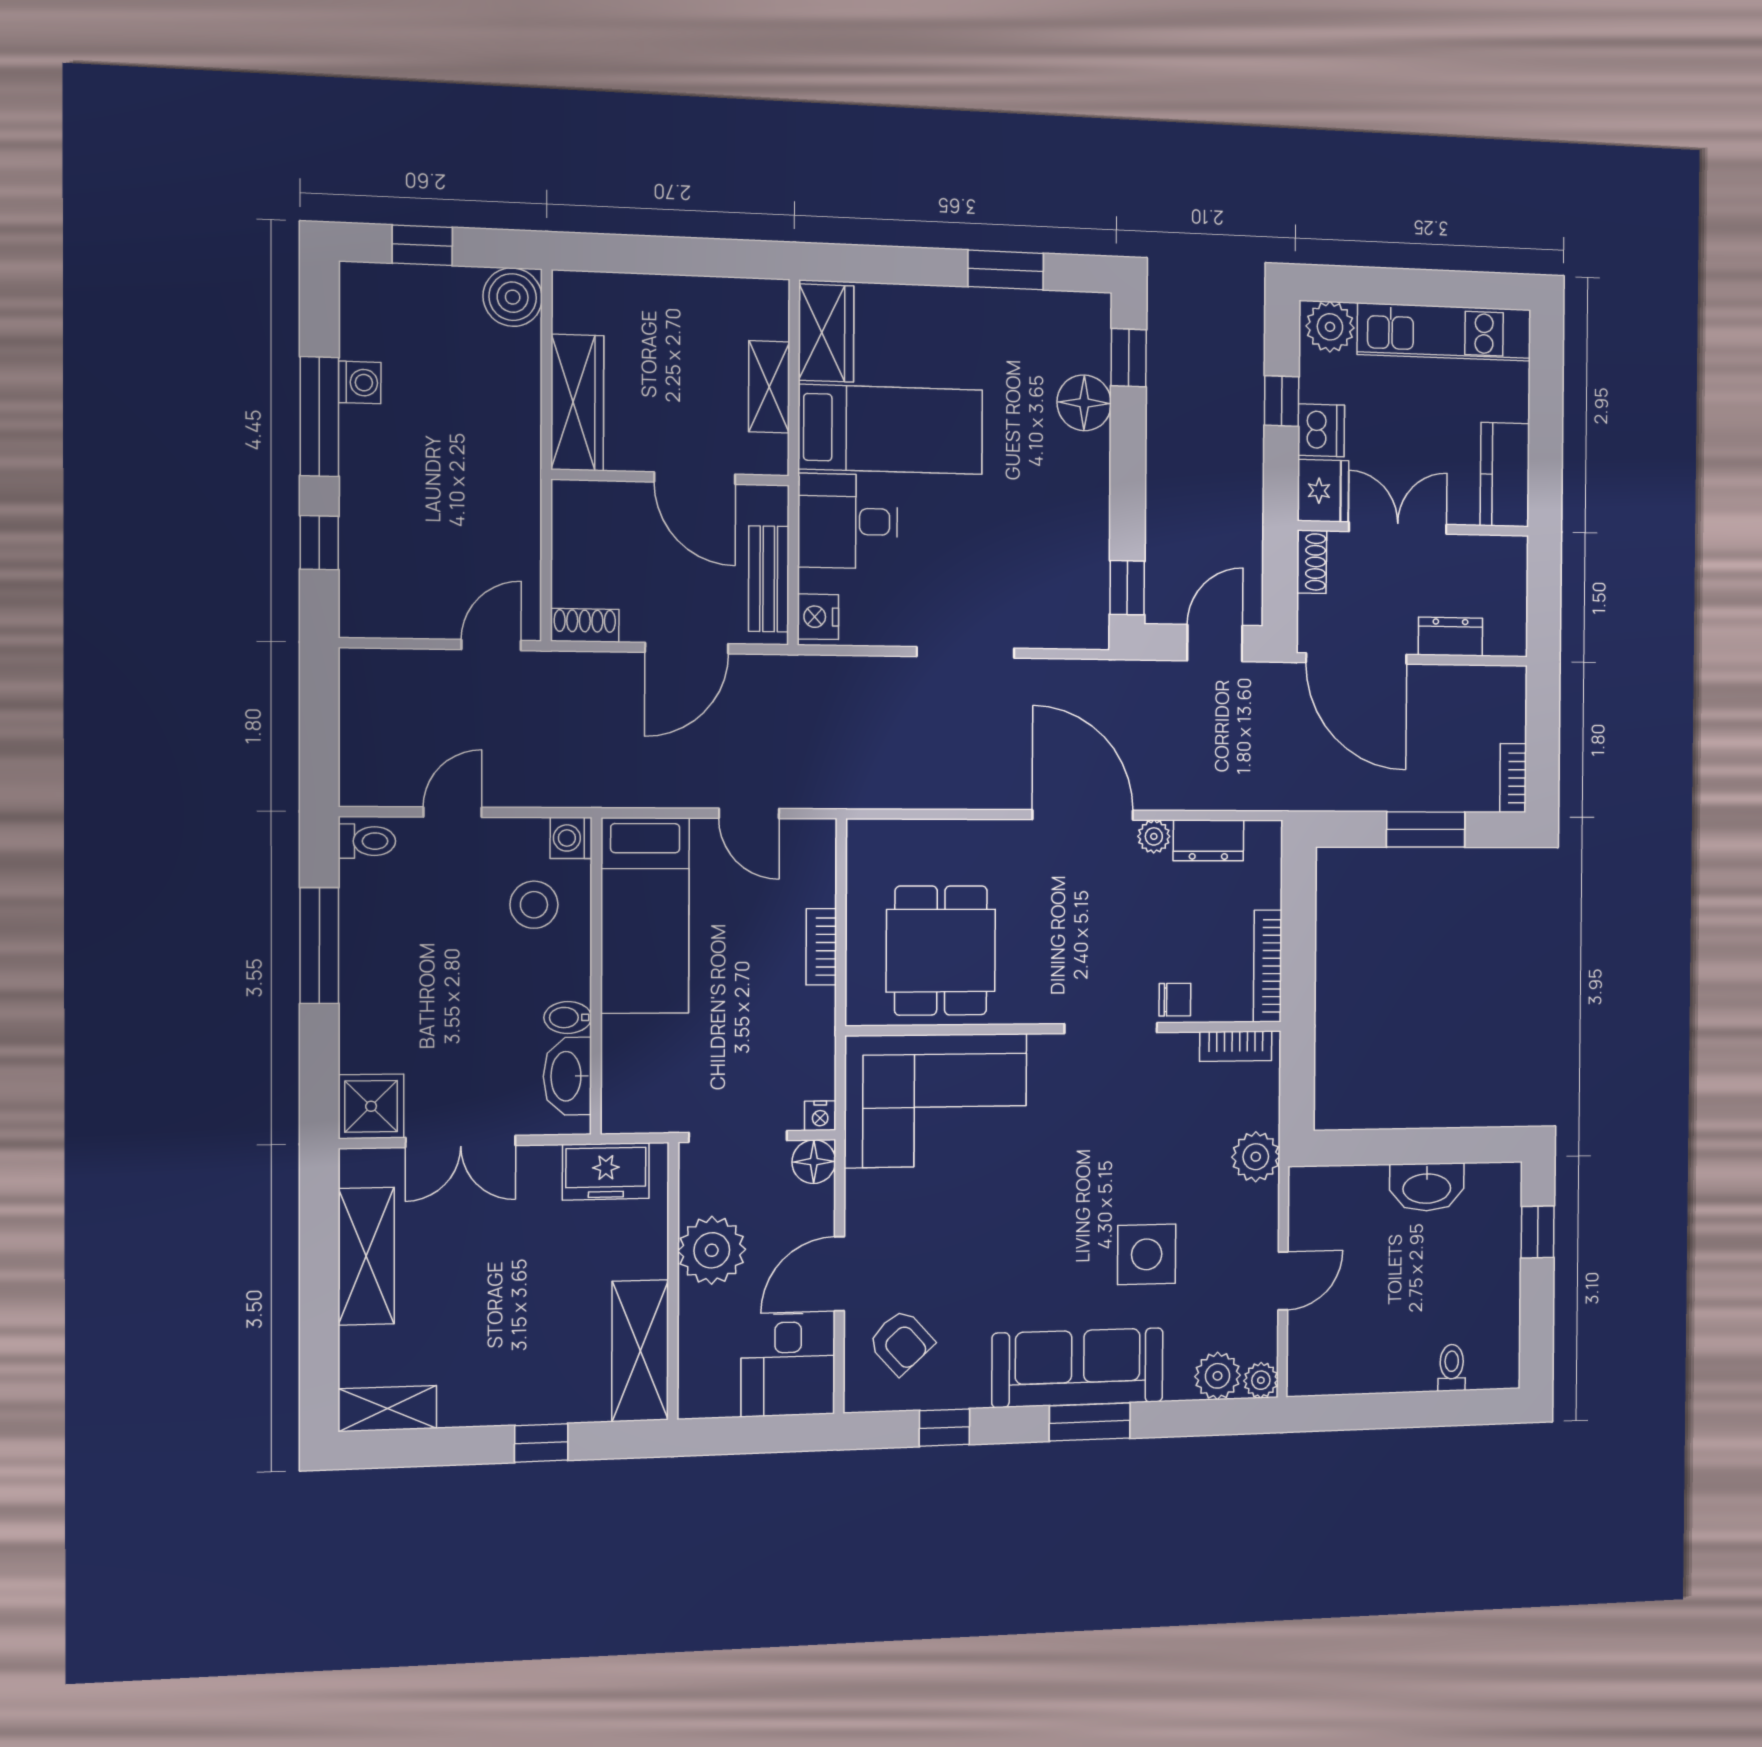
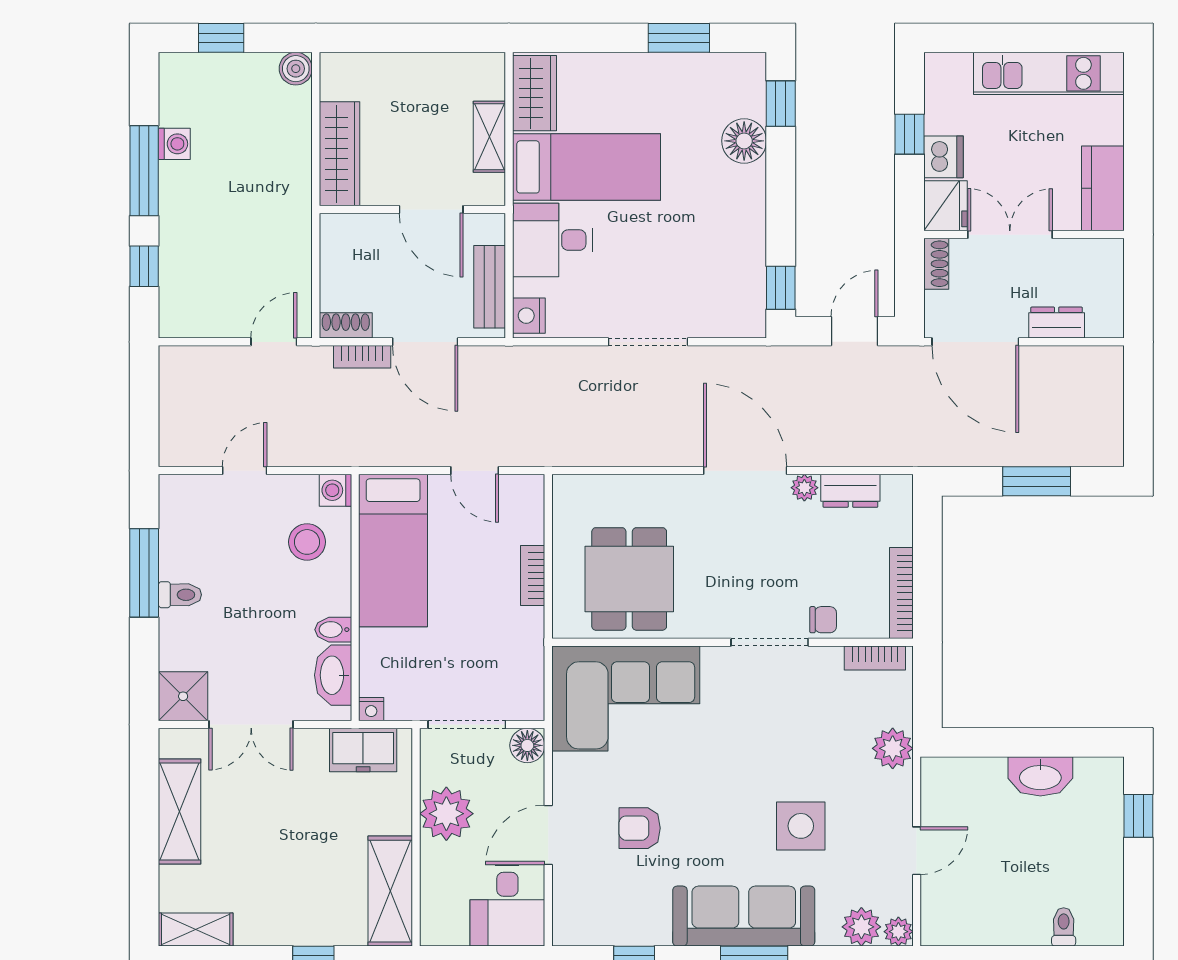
boiler: (513, 297) -> (296, 69), width x0.73, depth x0.73
plant: (1330, 327) -> (950, 73), removed
door: (687, 648) -> (425, 342), hinge flipped
bookcase: (1513, 778) -> (362, 357), moved, turned -90
toilet: (367, 841) -> (180, 595), moved
nightstand: (820, 1116) -> (371, 709), moved
armchair: (901, 1342) -> (640, 828), moved, turned 132

